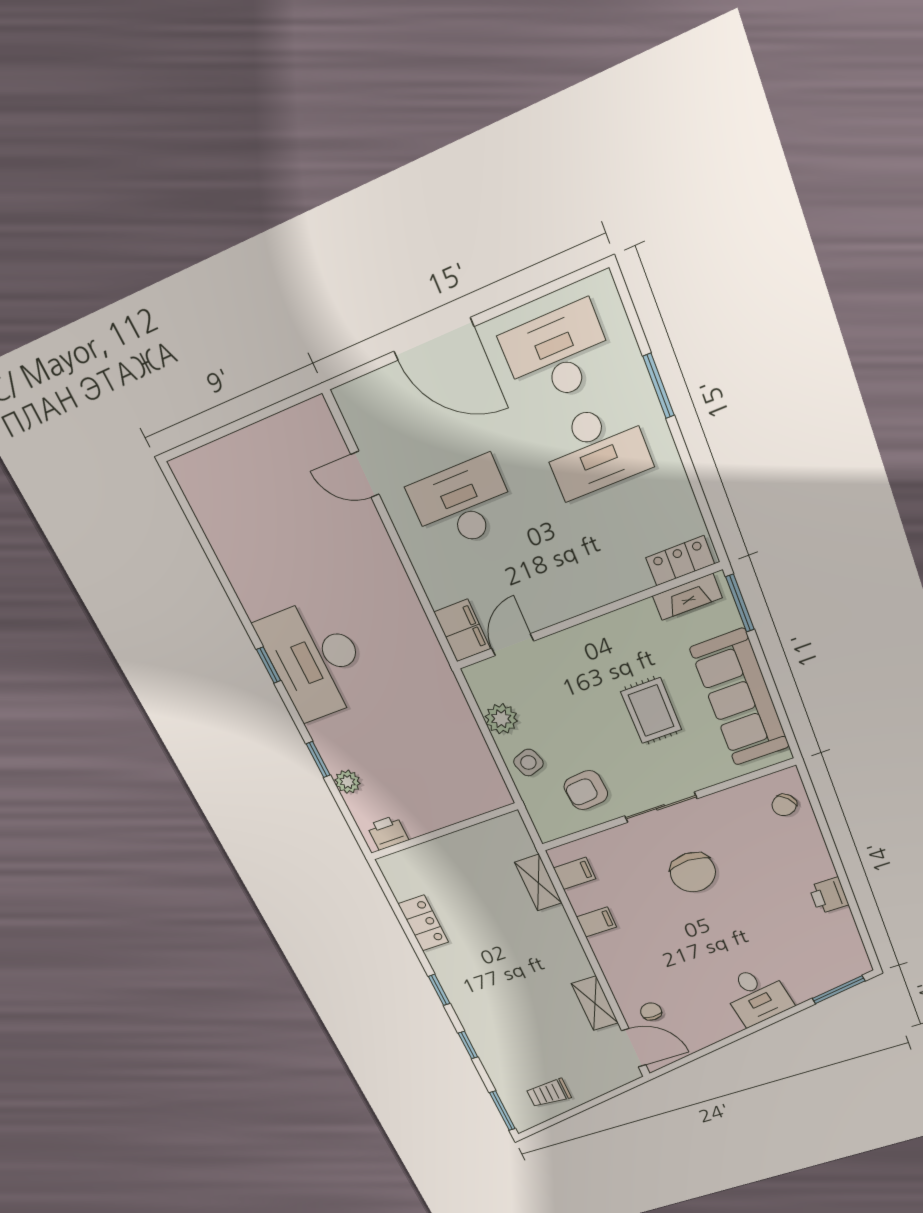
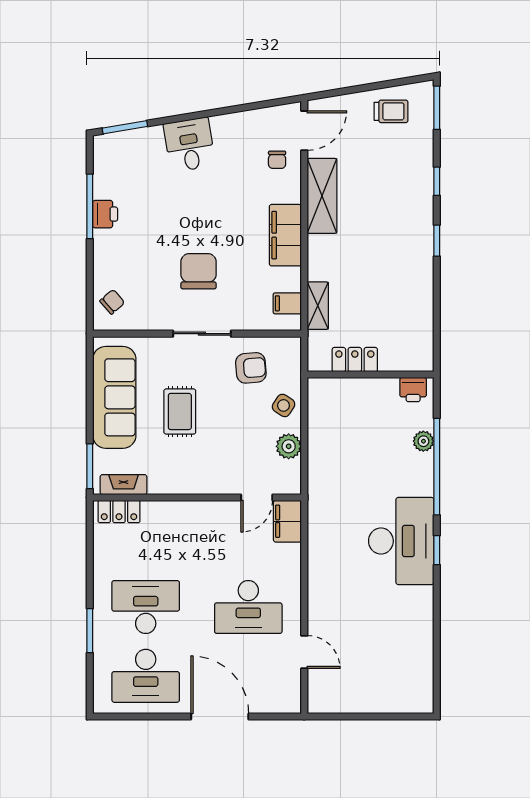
window: (318, 759) -> (437, 467), width x3.17
side table: (528, 762) -> (284, 405), turned -38
window: (850, 897) -> (90, 206), added
filing cabinet: (596, 922) -> (285, 235), width x3.00, depth x1.17
locker: (423, 923) -> (355, 360), moved, turned 90
shelving: (595, 1003) -> (322, 196), width x1.50, depth x1.33
door: (634, 1048) -> (304, 131), swing flipped

